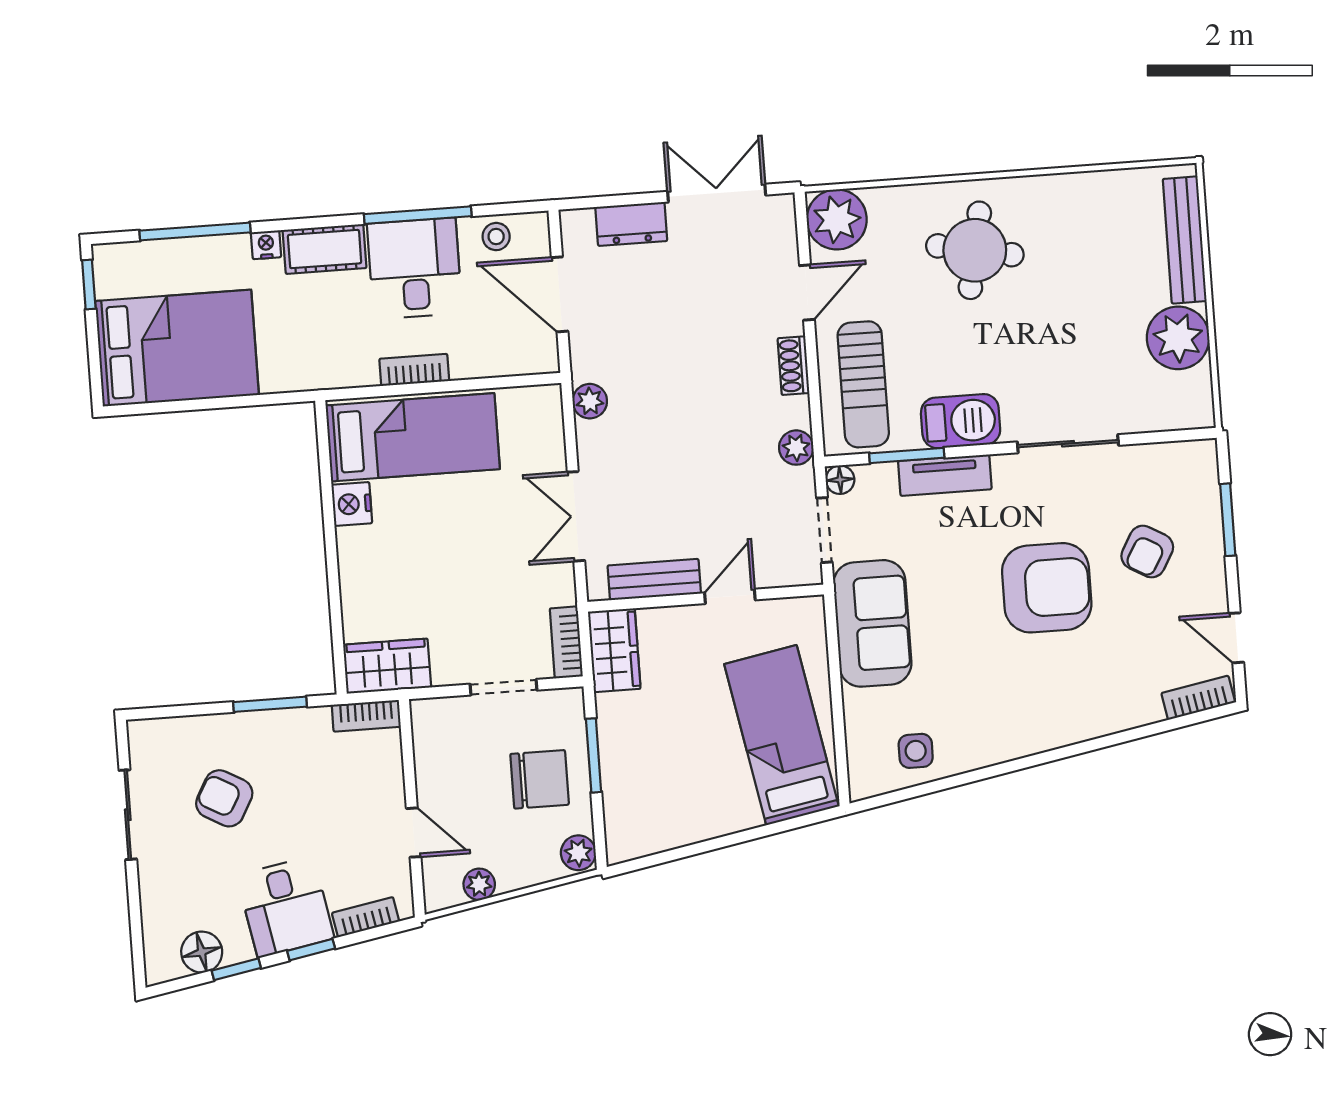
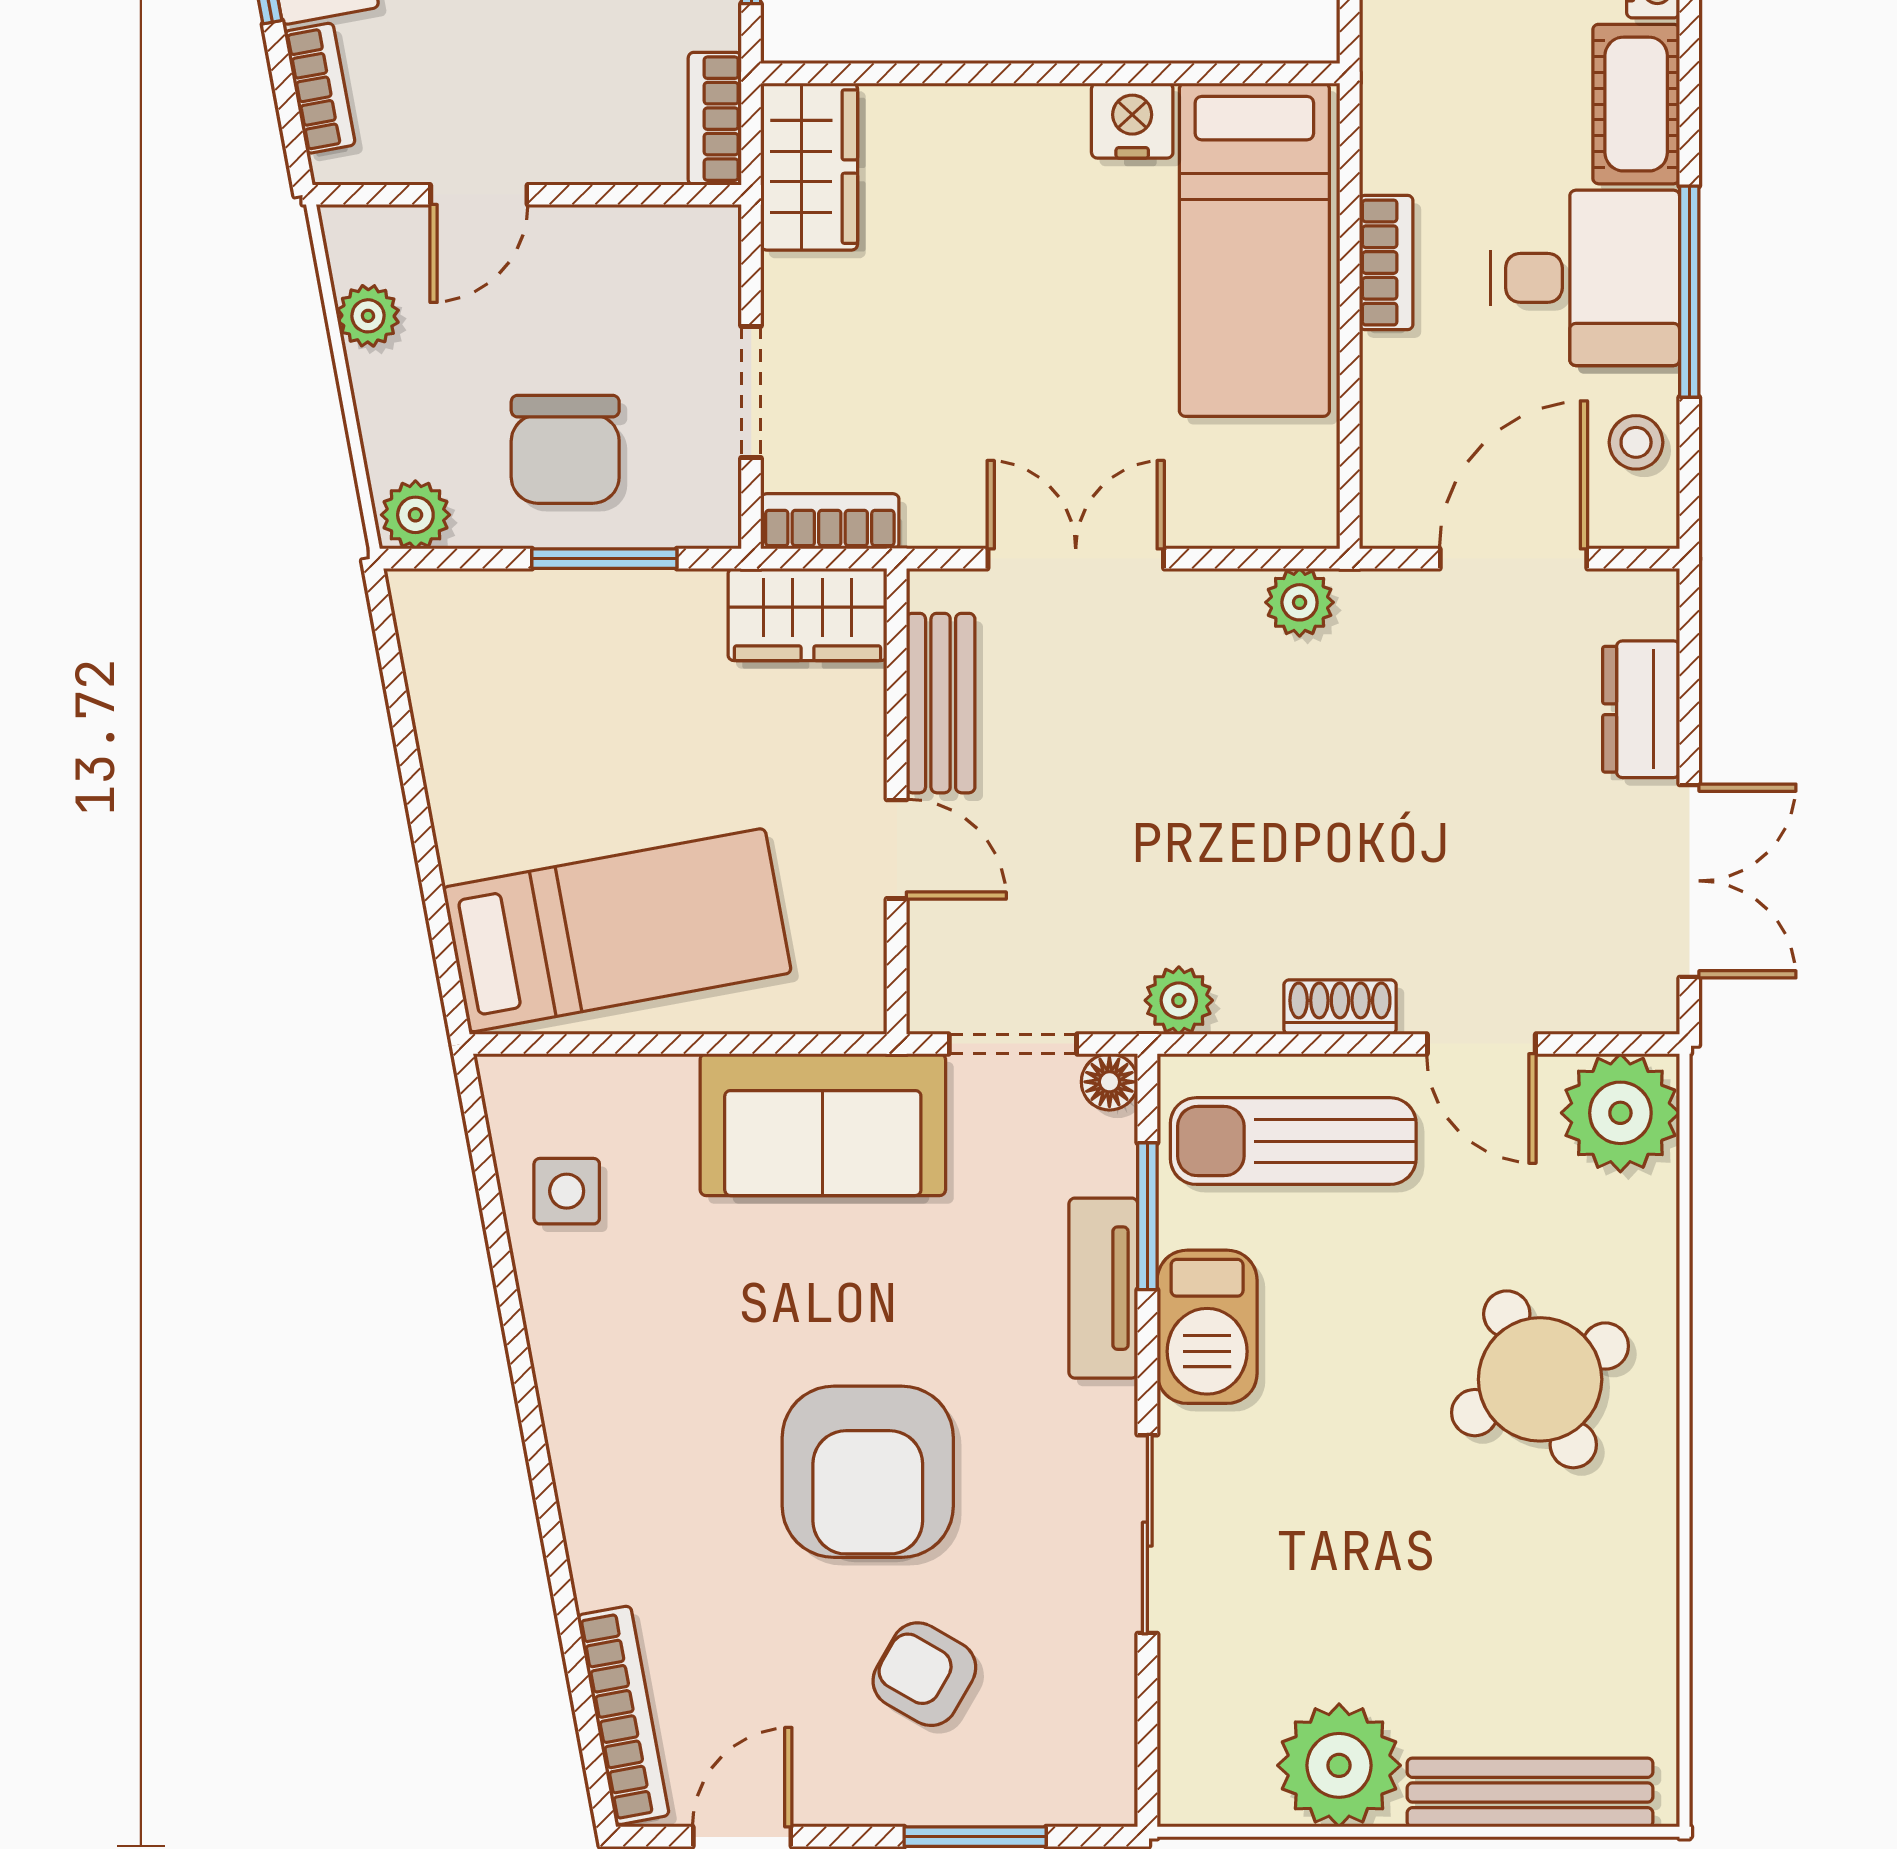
round table: (975, 250) -> (1540, 1379), turned -38
bookcase: (1198, 698) -> (623, 1715), width x1.56

